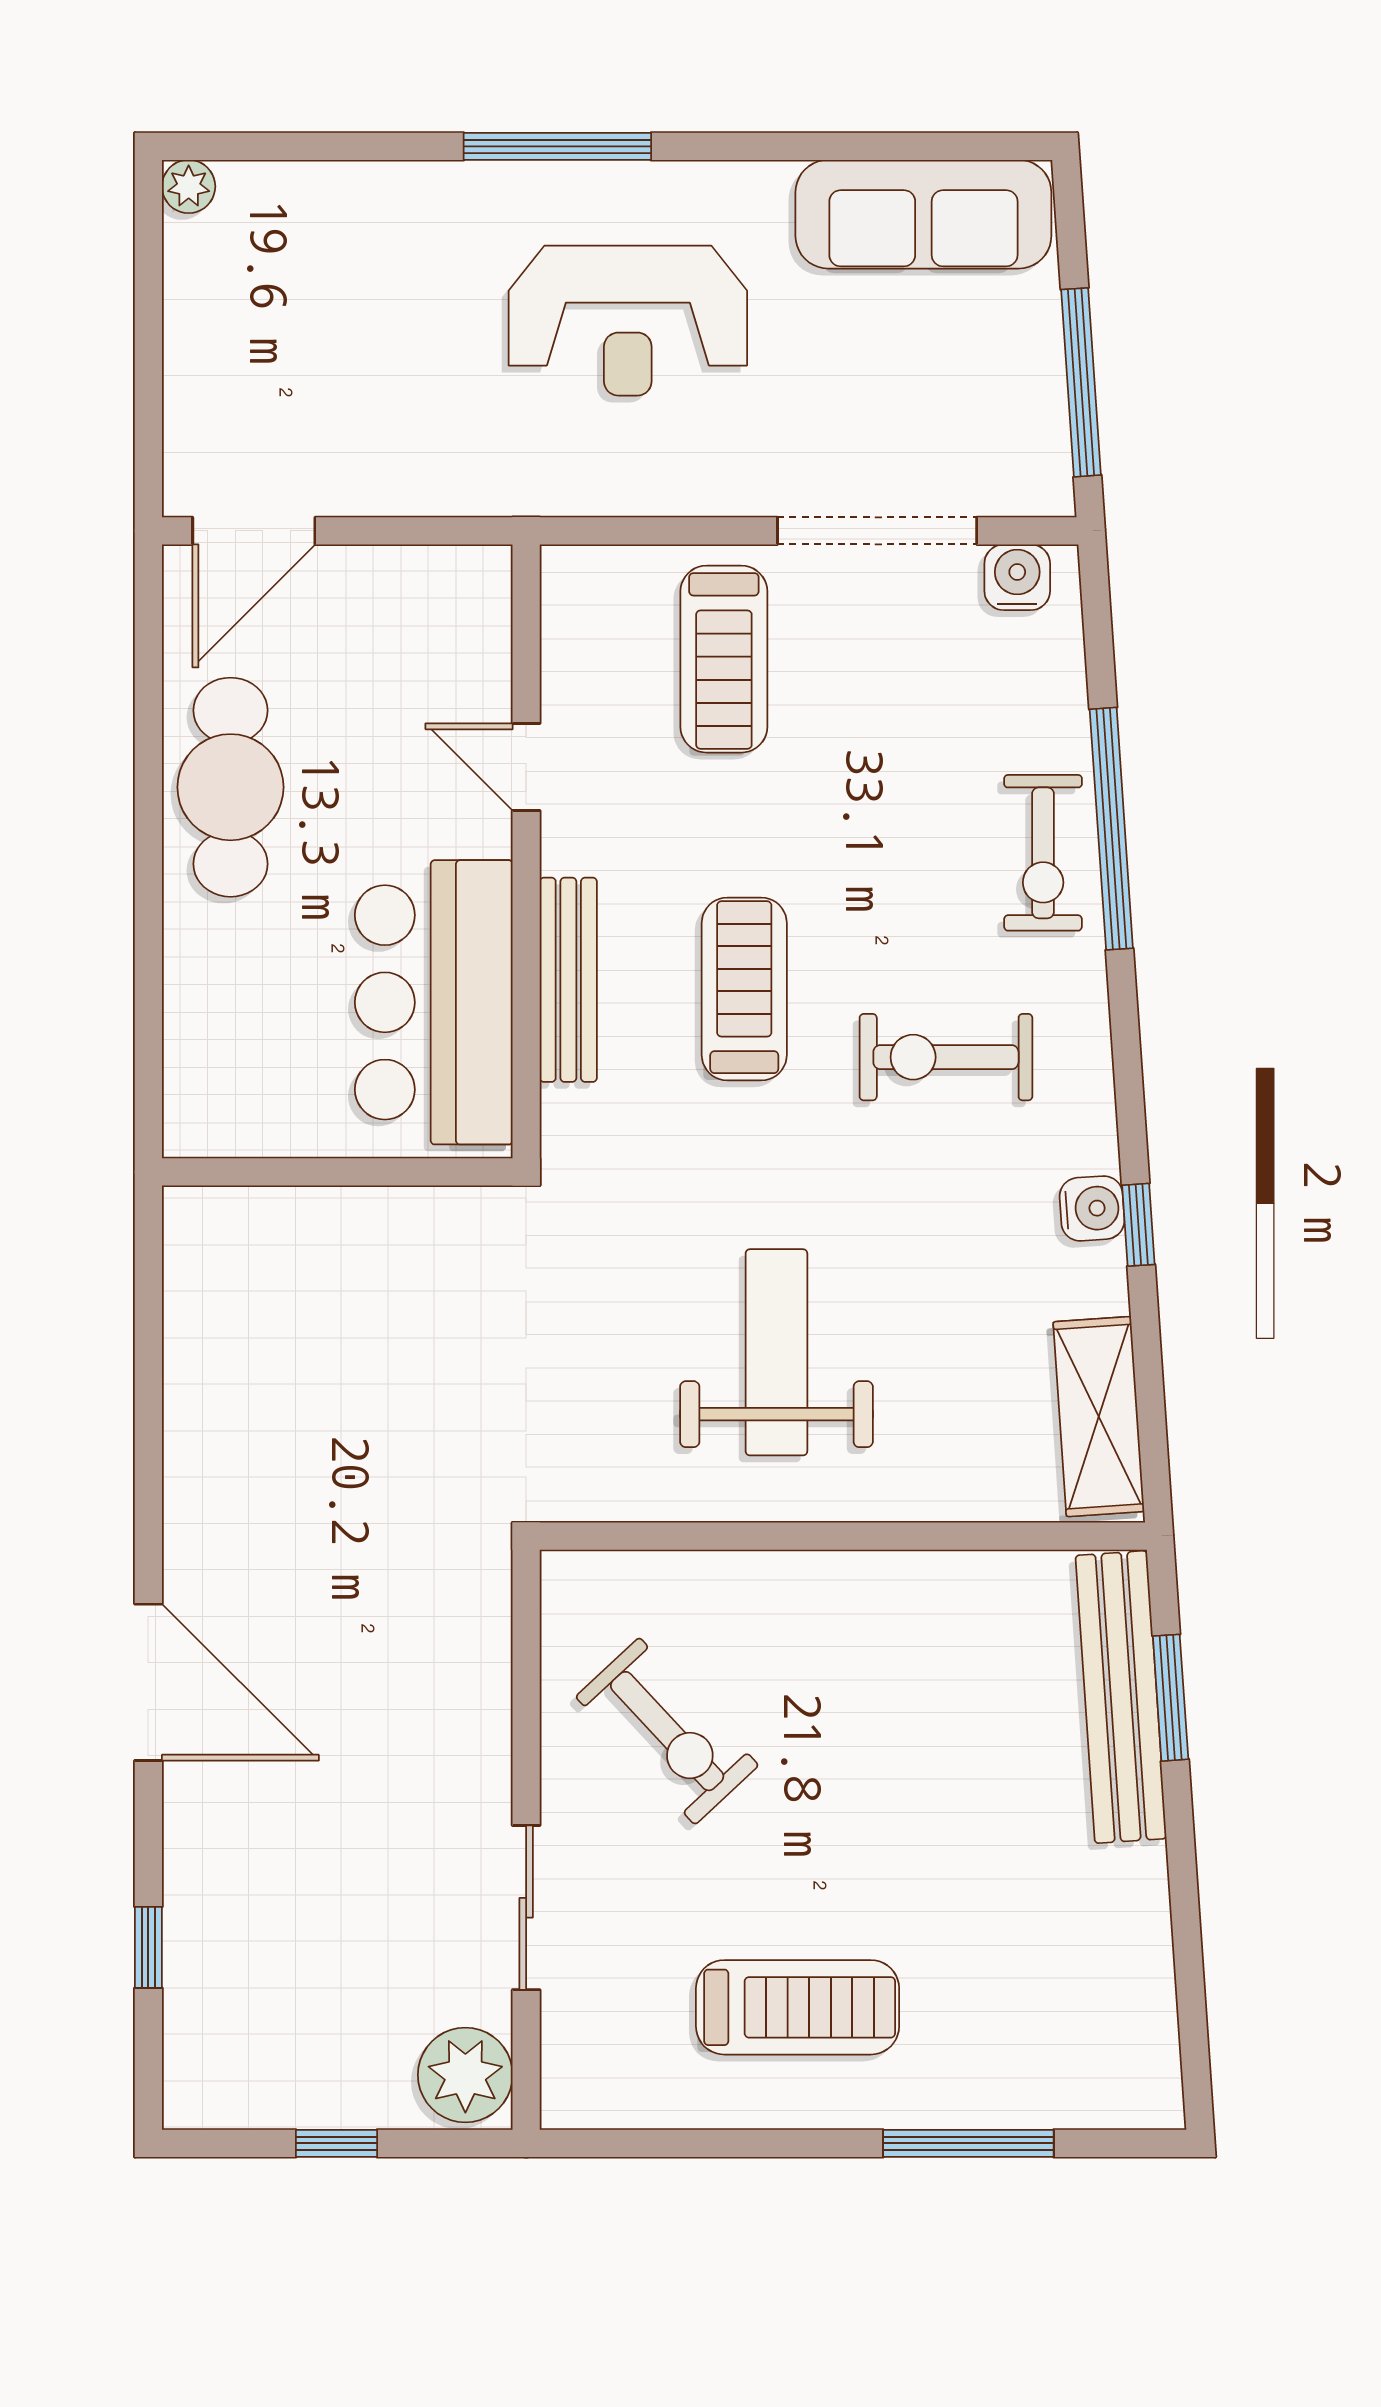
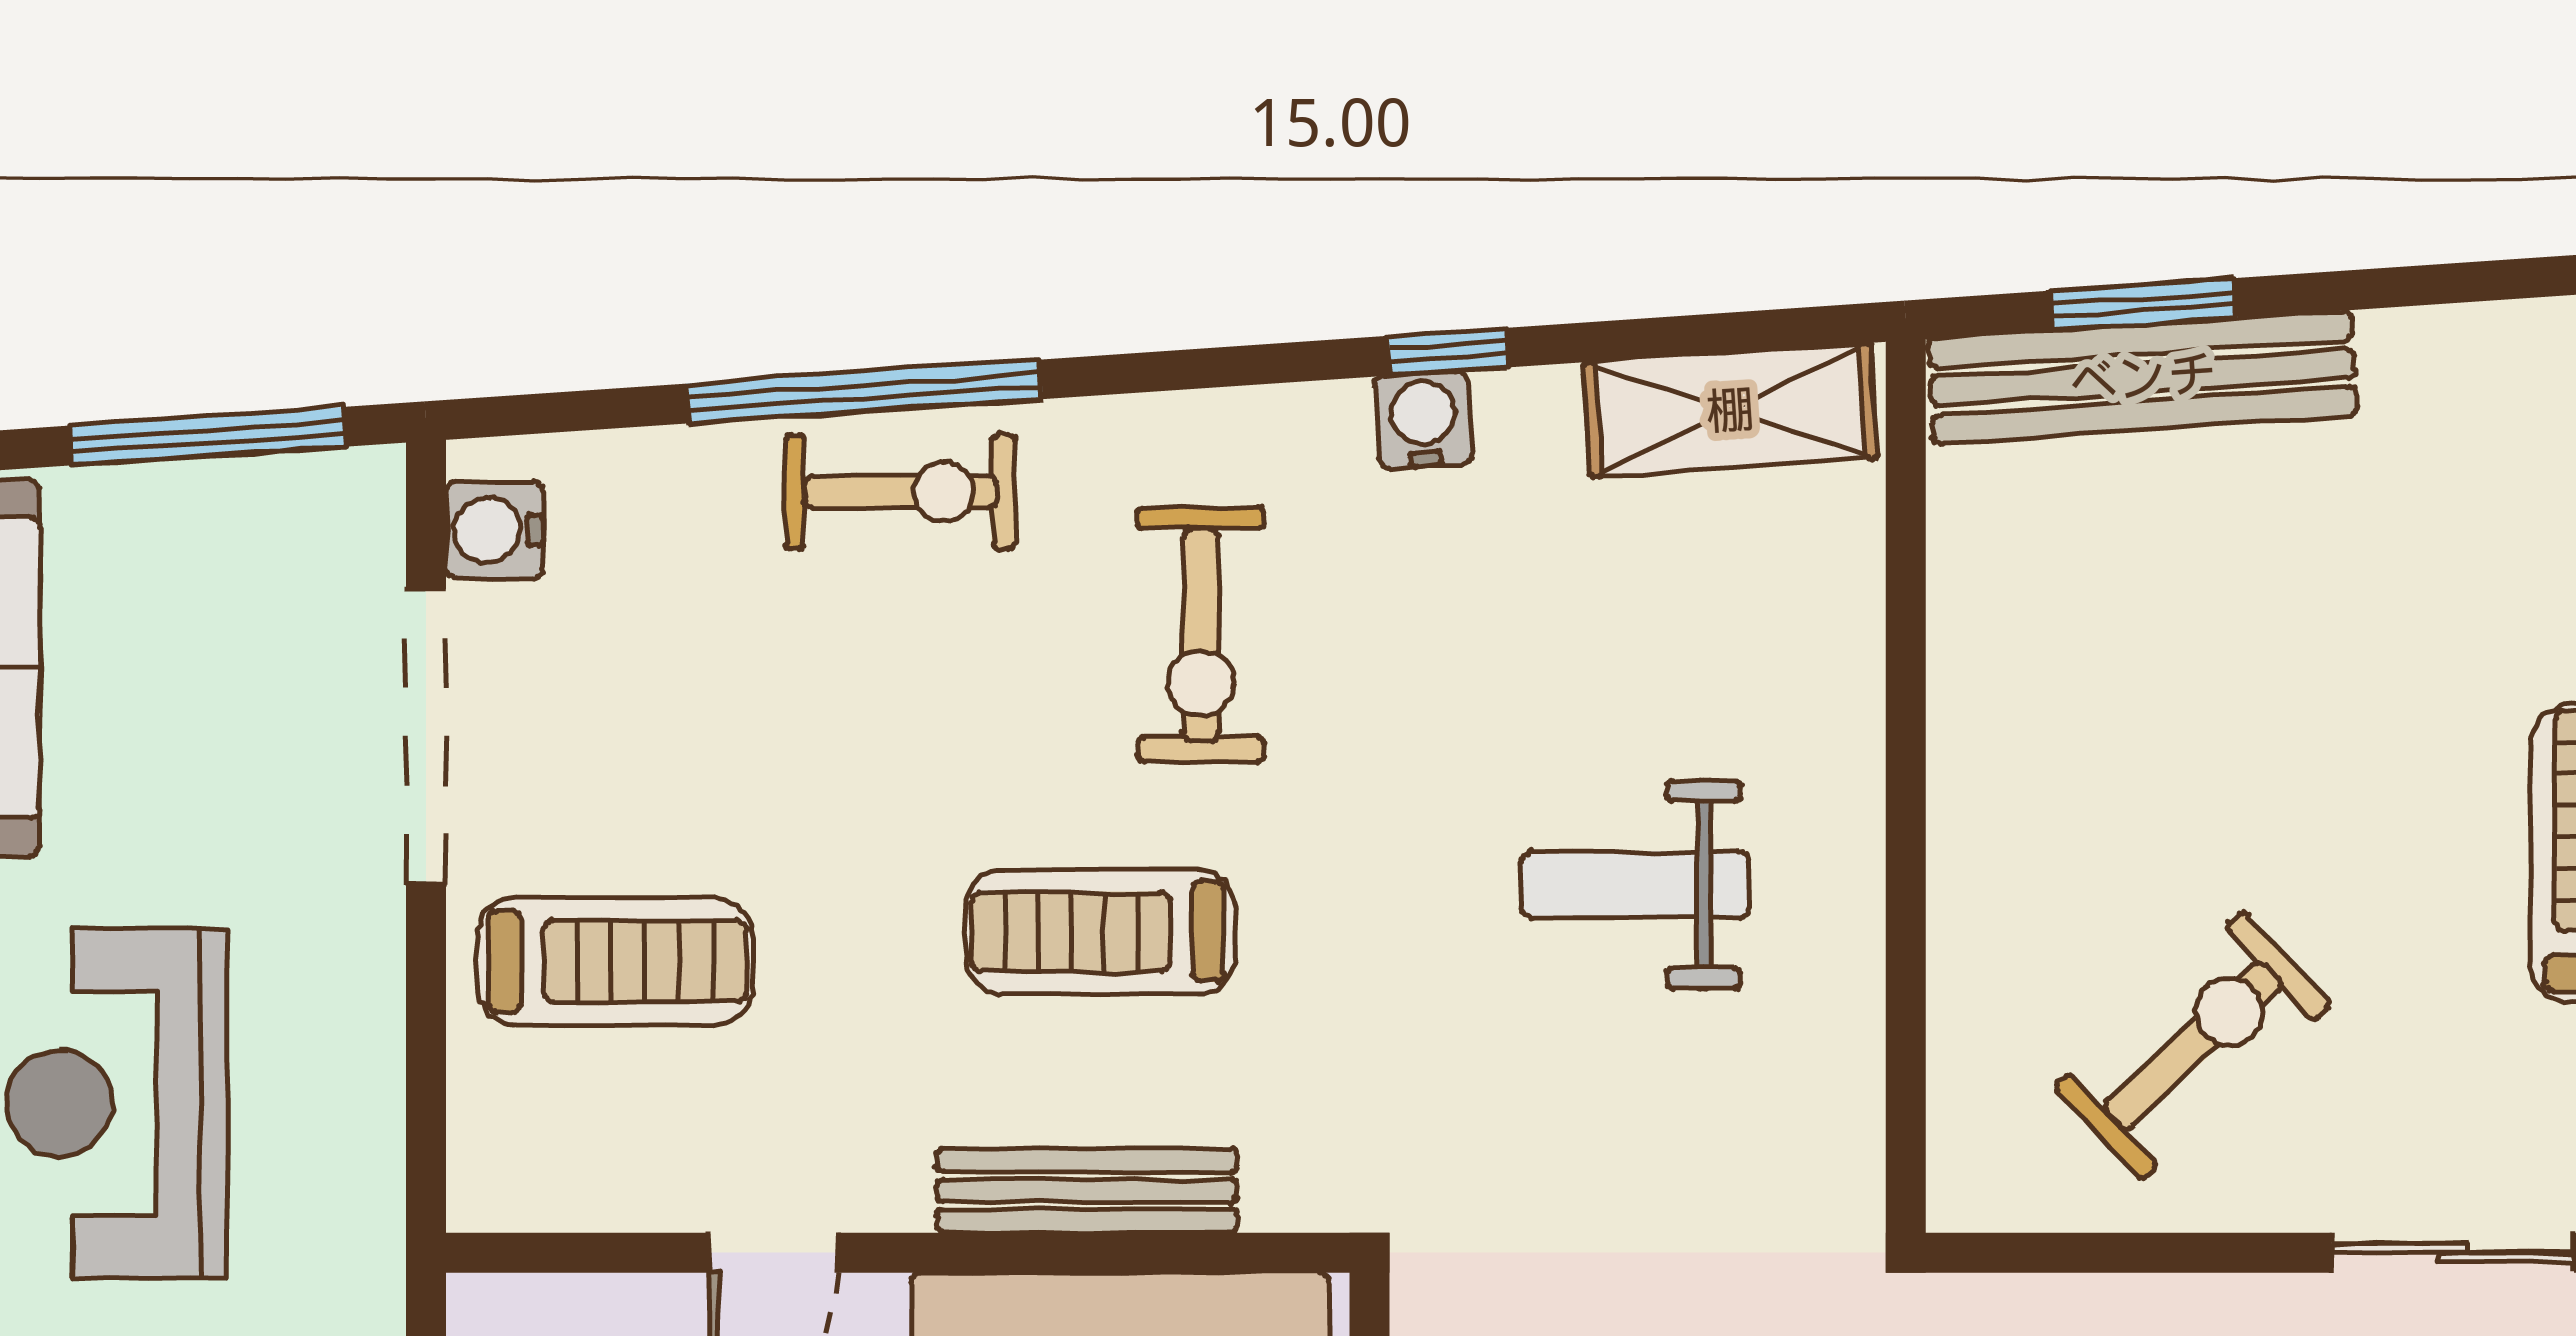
reception desk: (628, 321) -> (117, 1103), turned 180
weight bench: (776, 1352) -> (1635, 884), width x0.73, depth x0.75

